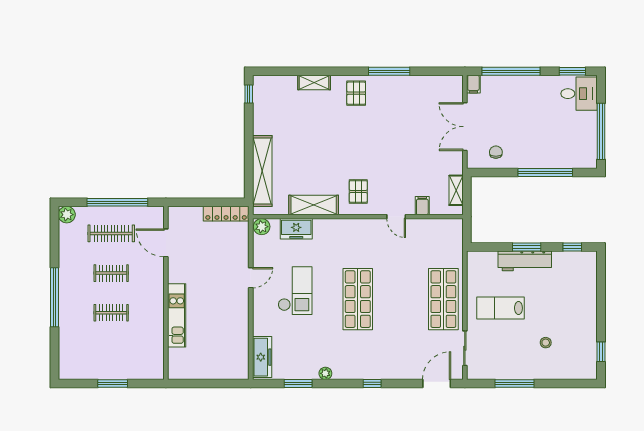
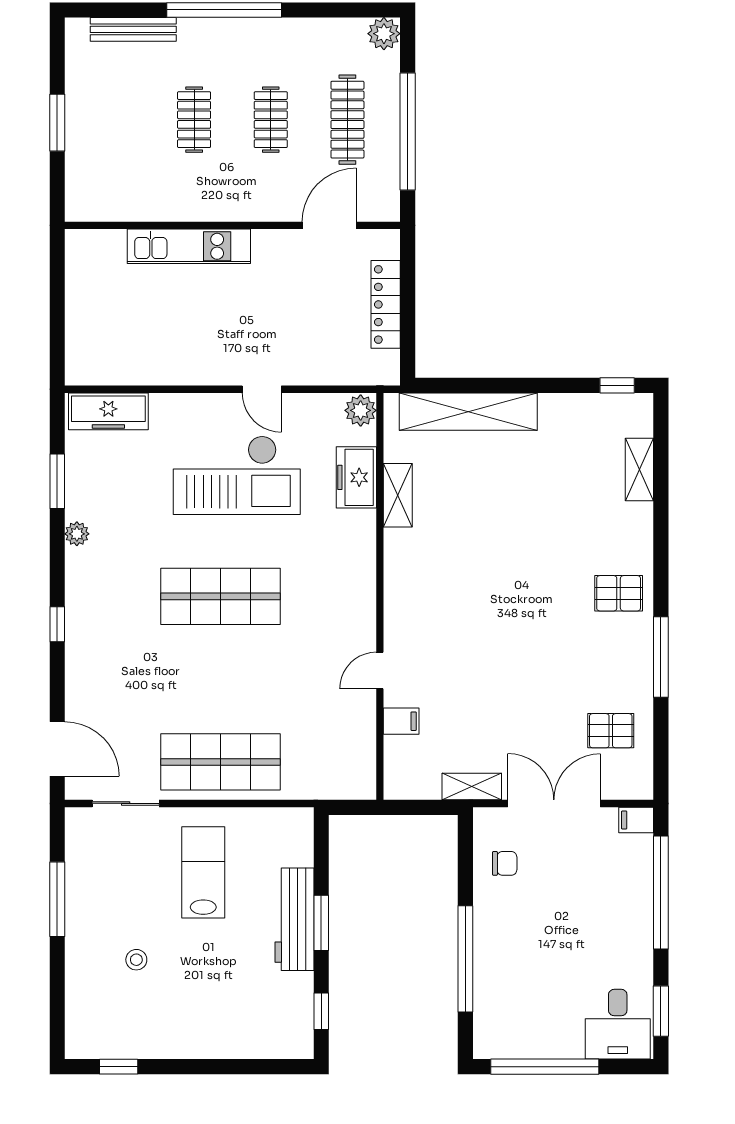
shelving: (314, 82) -> (639, 470), moved
shelving: (456, 190) -> (472, 787), moved
pallet: (358, 191) -> (611, 731), moved
shelving: (314, 205) -> (398, 495), width x0.67, depth x0.75
locker: (226, 214) -> (386, 304), moved
checkout: (295, 291) -> (237, 475), width x1.36, depth x1.21
bench: (65, 344) -> (133, 29), added

